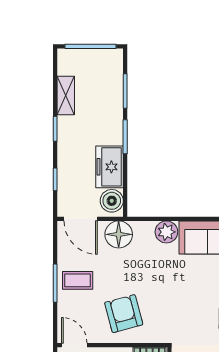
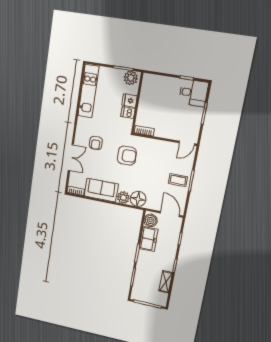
floor lamp: (119, 234) -> (138, 199), moved
armchair: (124, 314) -> (127, 156), moved, turned -75
door: (74, 345) -> (187, 143), hinge flipped

